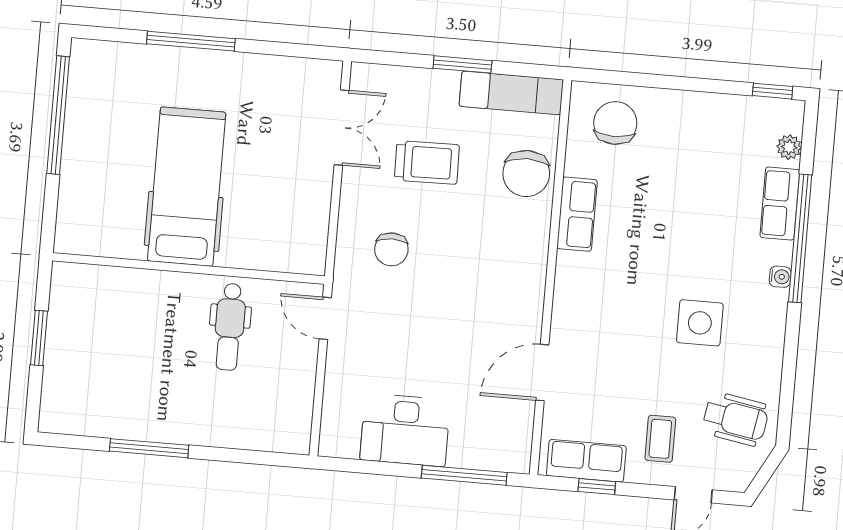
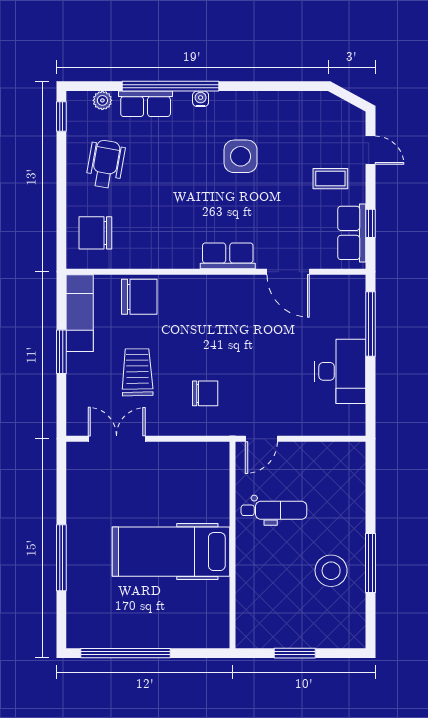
row of seats: (577, 214) -> (228, 256), moved
stool: (143, 395) -> (331, 571), added
wheelchair: (735, 419) -> (106, 164), moved

